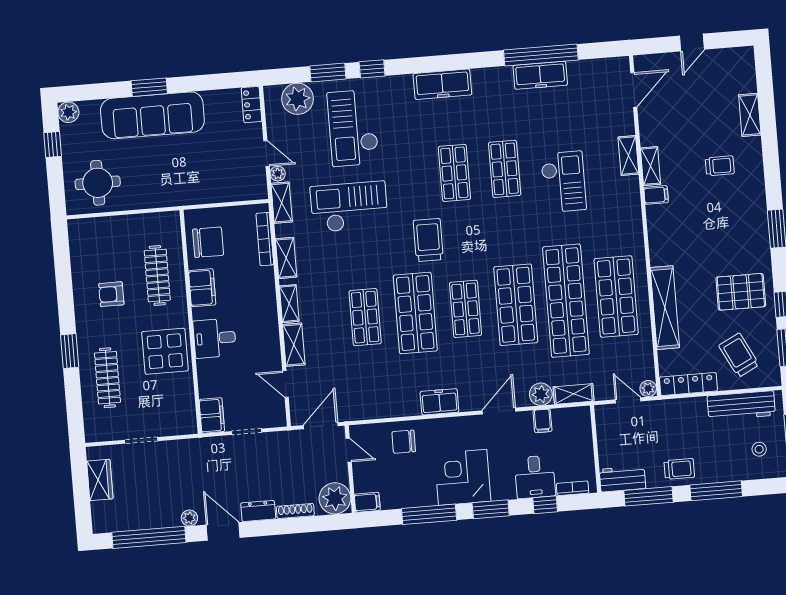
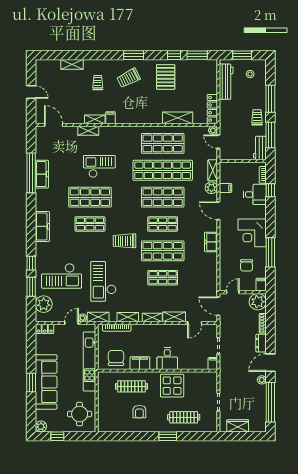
shop shelf: (505, 169) -> (90, 197), width x1.43, depth x1.36
kitchen unit: (197, 193) -> (89, 362), added
shelving: (665, 308) -> (178, 118), width x0.68
trolley: (739, 355) -> (129, 78), moved
door: (628, 400) -> (218, 142), hinge flipped
filing cabinet: (212, 415) -> (213, 363), width x0.50
chair: (404, 442) -> (247, 265), moved
window: (491, 509) -> (270, 219), removed

